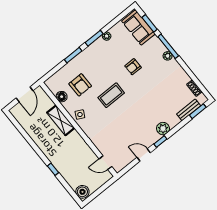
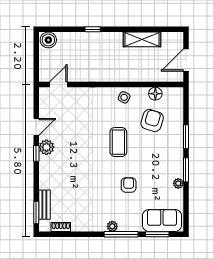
armchair: (80, 85) -> (152, 121), turned 107
door: (25, 94) -> (186, 60), hinge flipped
shelving: (61, 120) -> (142, 39), moved
plant: (163, 129) -> (46, 147), moved

